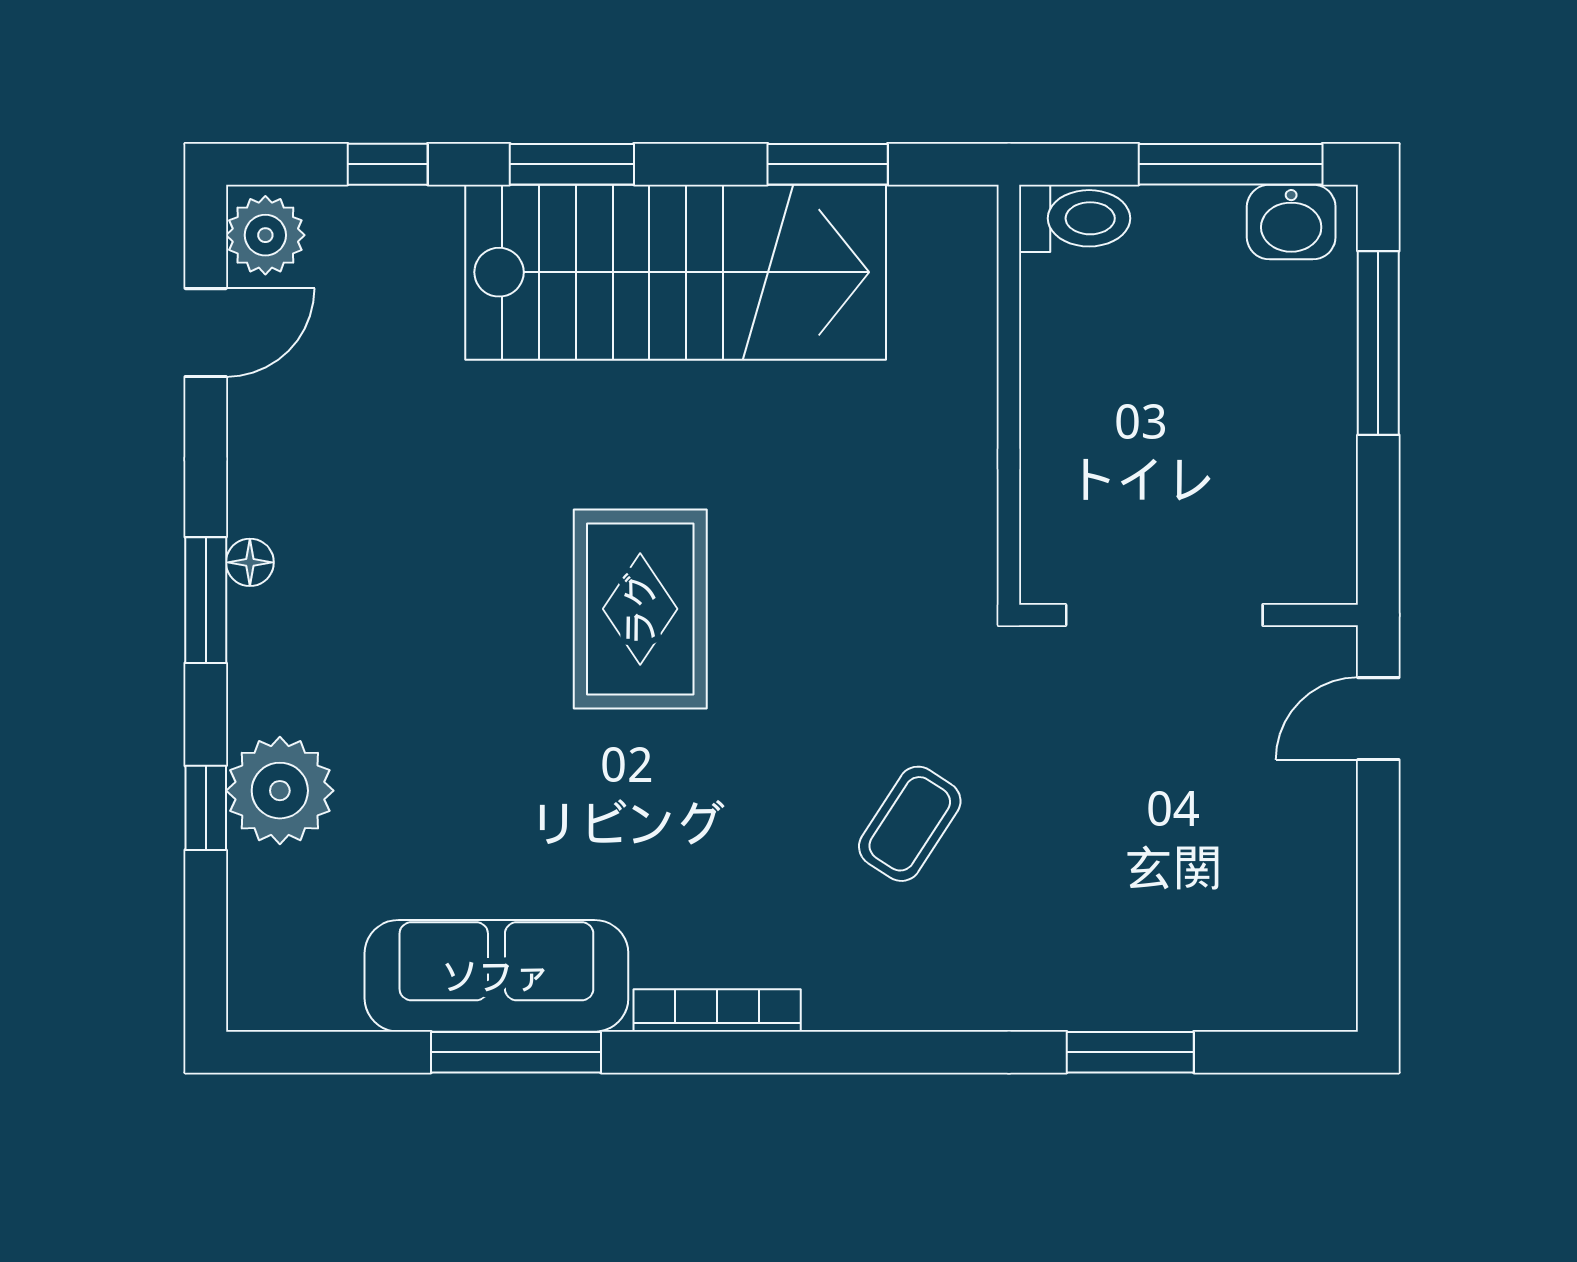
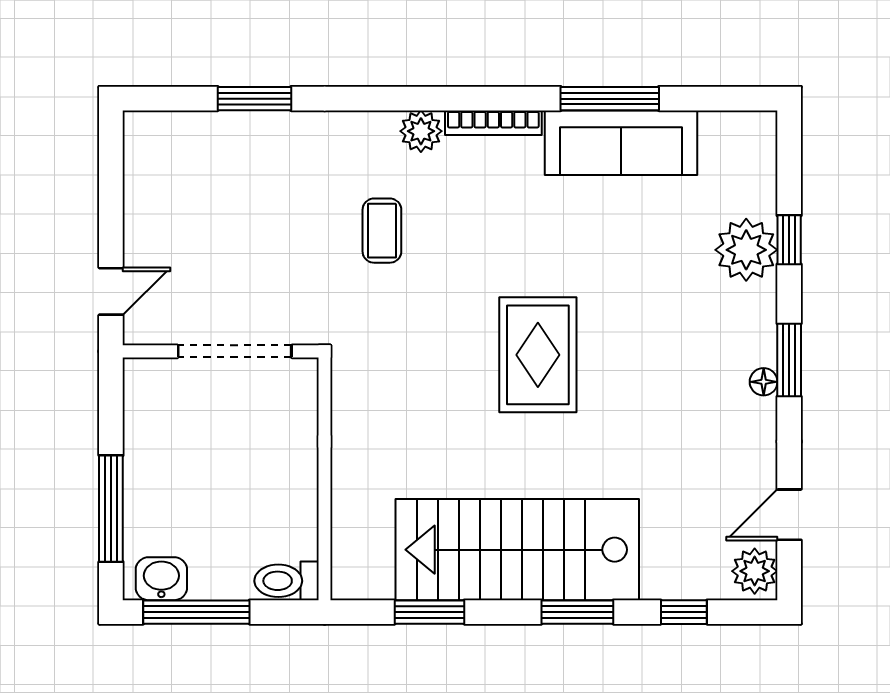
coffee table: (910, 824) -> (382, 231), turned -33
plant: (842, 996) -> (421, 131), added

